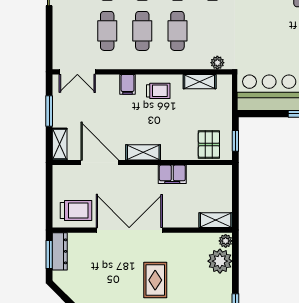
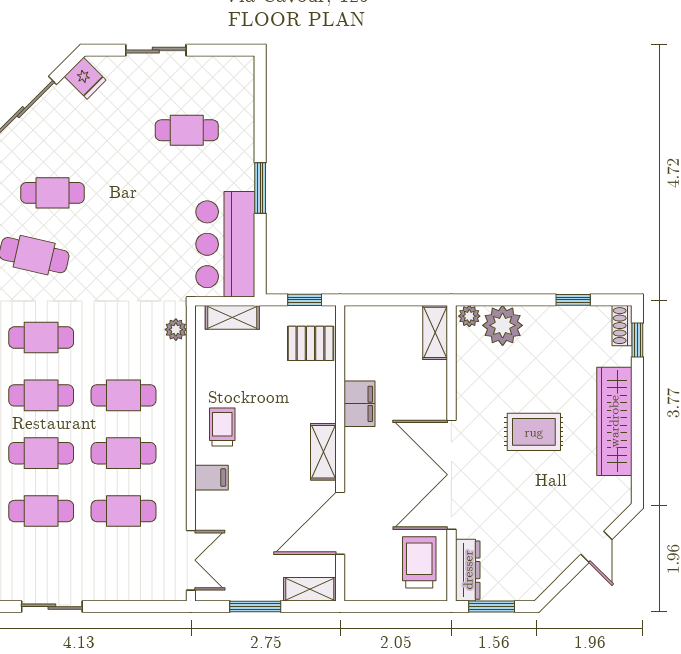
shelving: (200, 82) -> (232, 317), moved, turned 90
dresser: (60, 251) -> (468, 570), moved, turned 90

